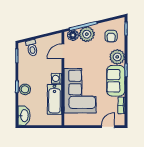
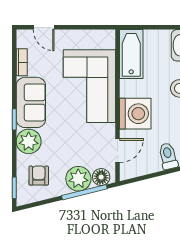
washing machine: (57, 78) -> (135, 114), width x1.89, depth x1.89
bathtub: (54, 99) -> (131, 54), moved
door: (108, 127) -> (44, 27), hinge flipped

